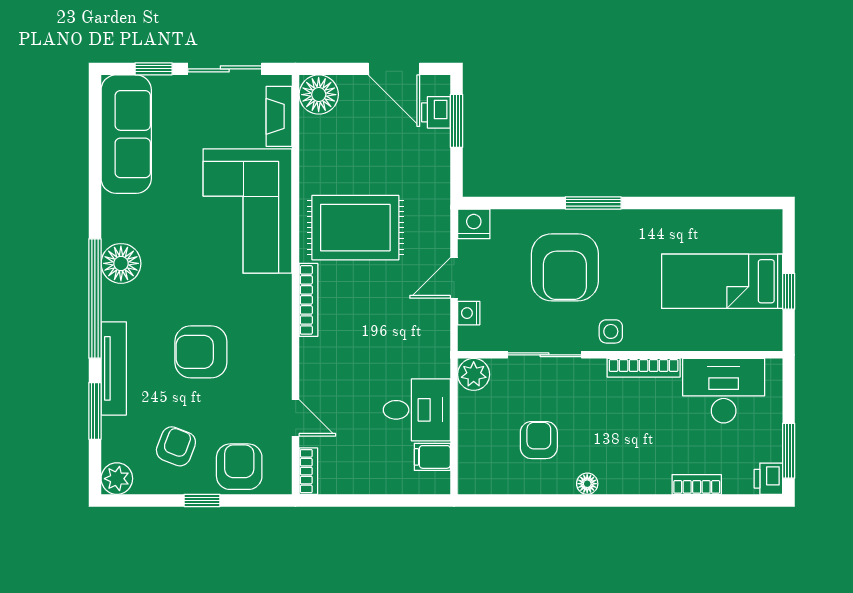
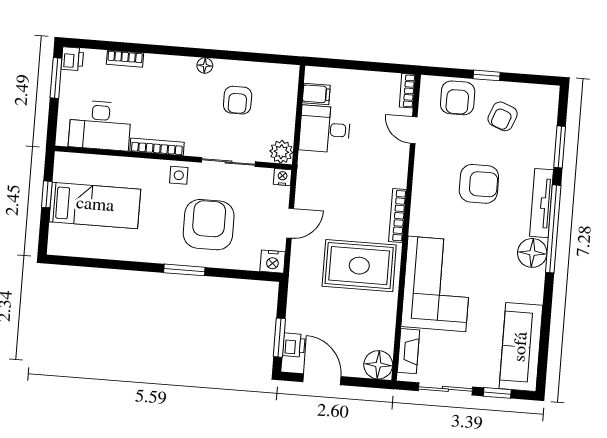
nightstand: (469, 313) -> (282, 177), moved, turned -90
tv unit: (114, 368) -> (541, 203), moved
plant: (117, 479) -> (548, 96), removed

